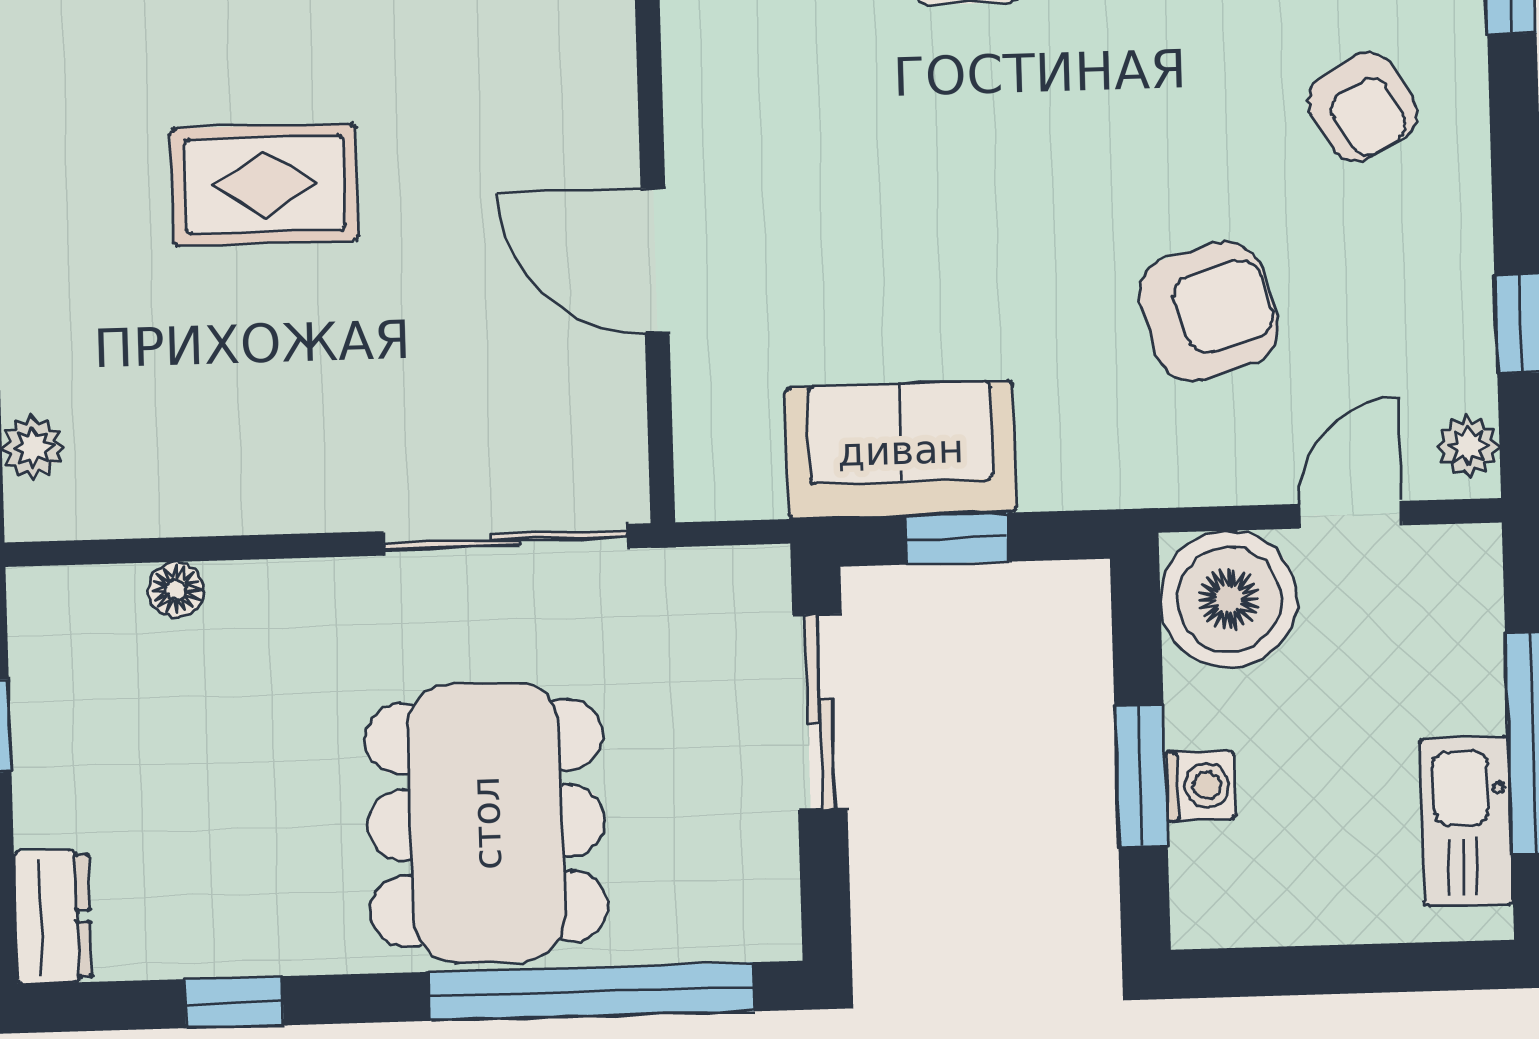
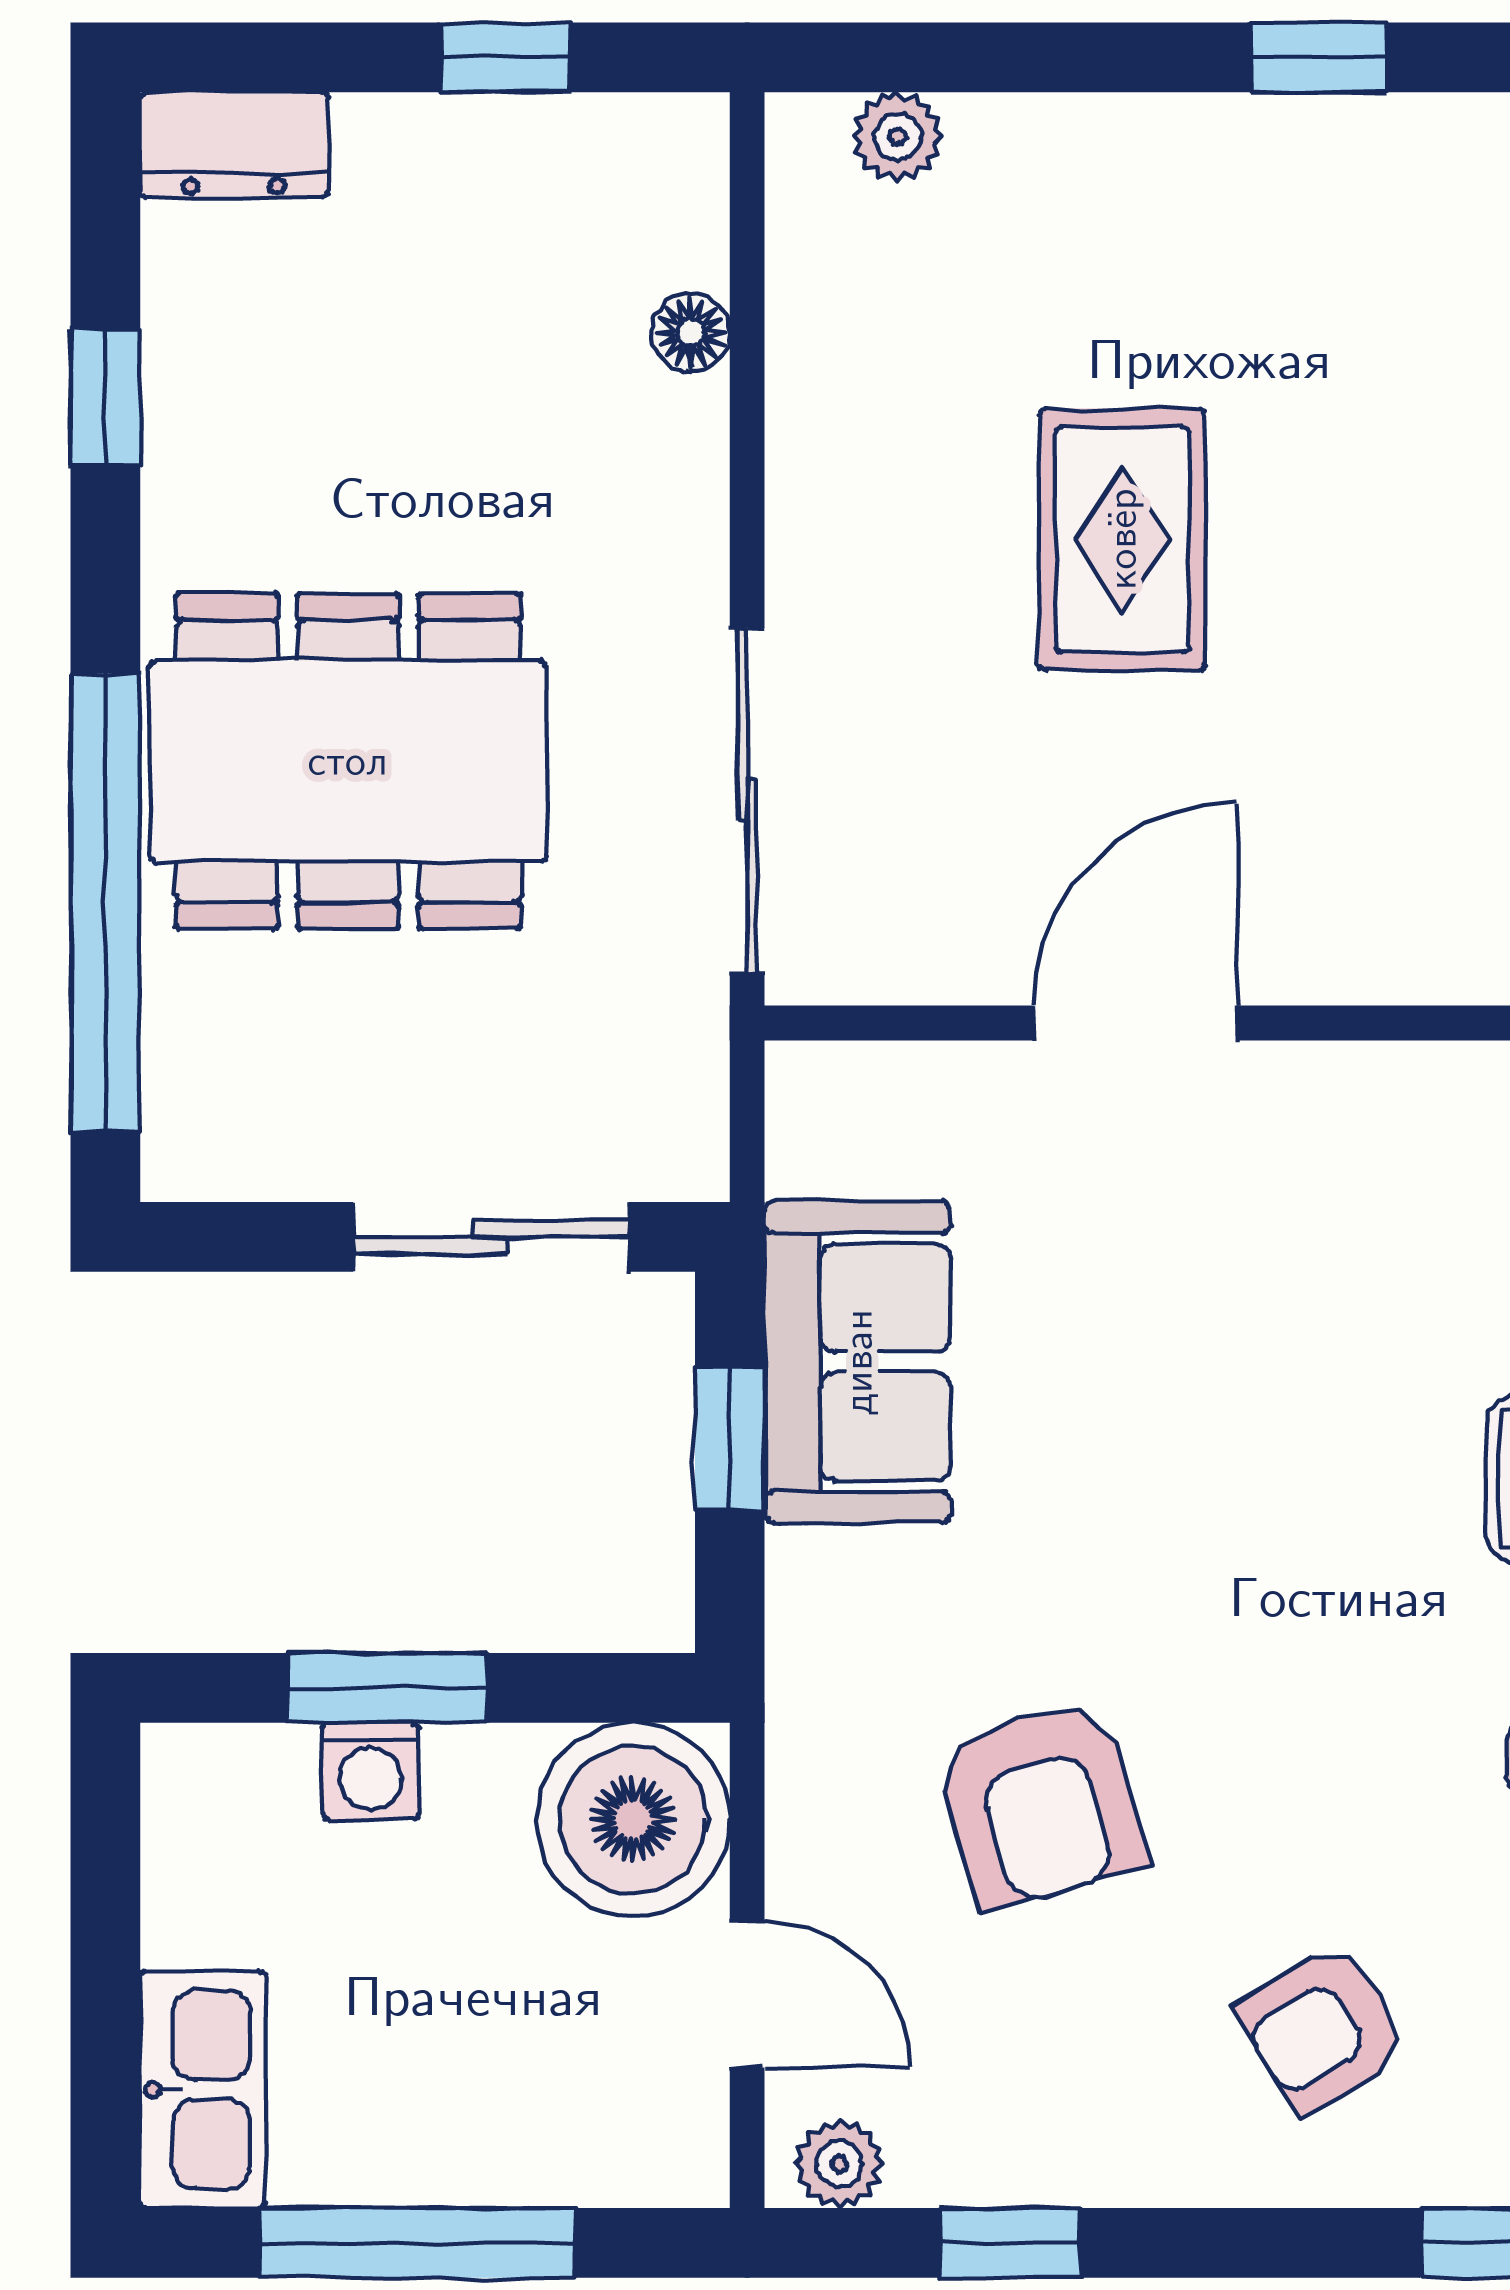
rug: (265, 185) -> (1122, 539), moved
kitchen sink: (1466, 822) -> (203, 2089), moved, turned 90

